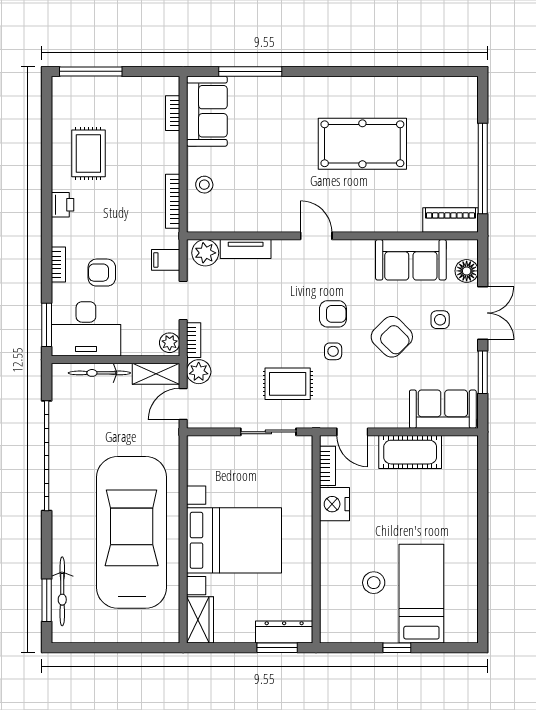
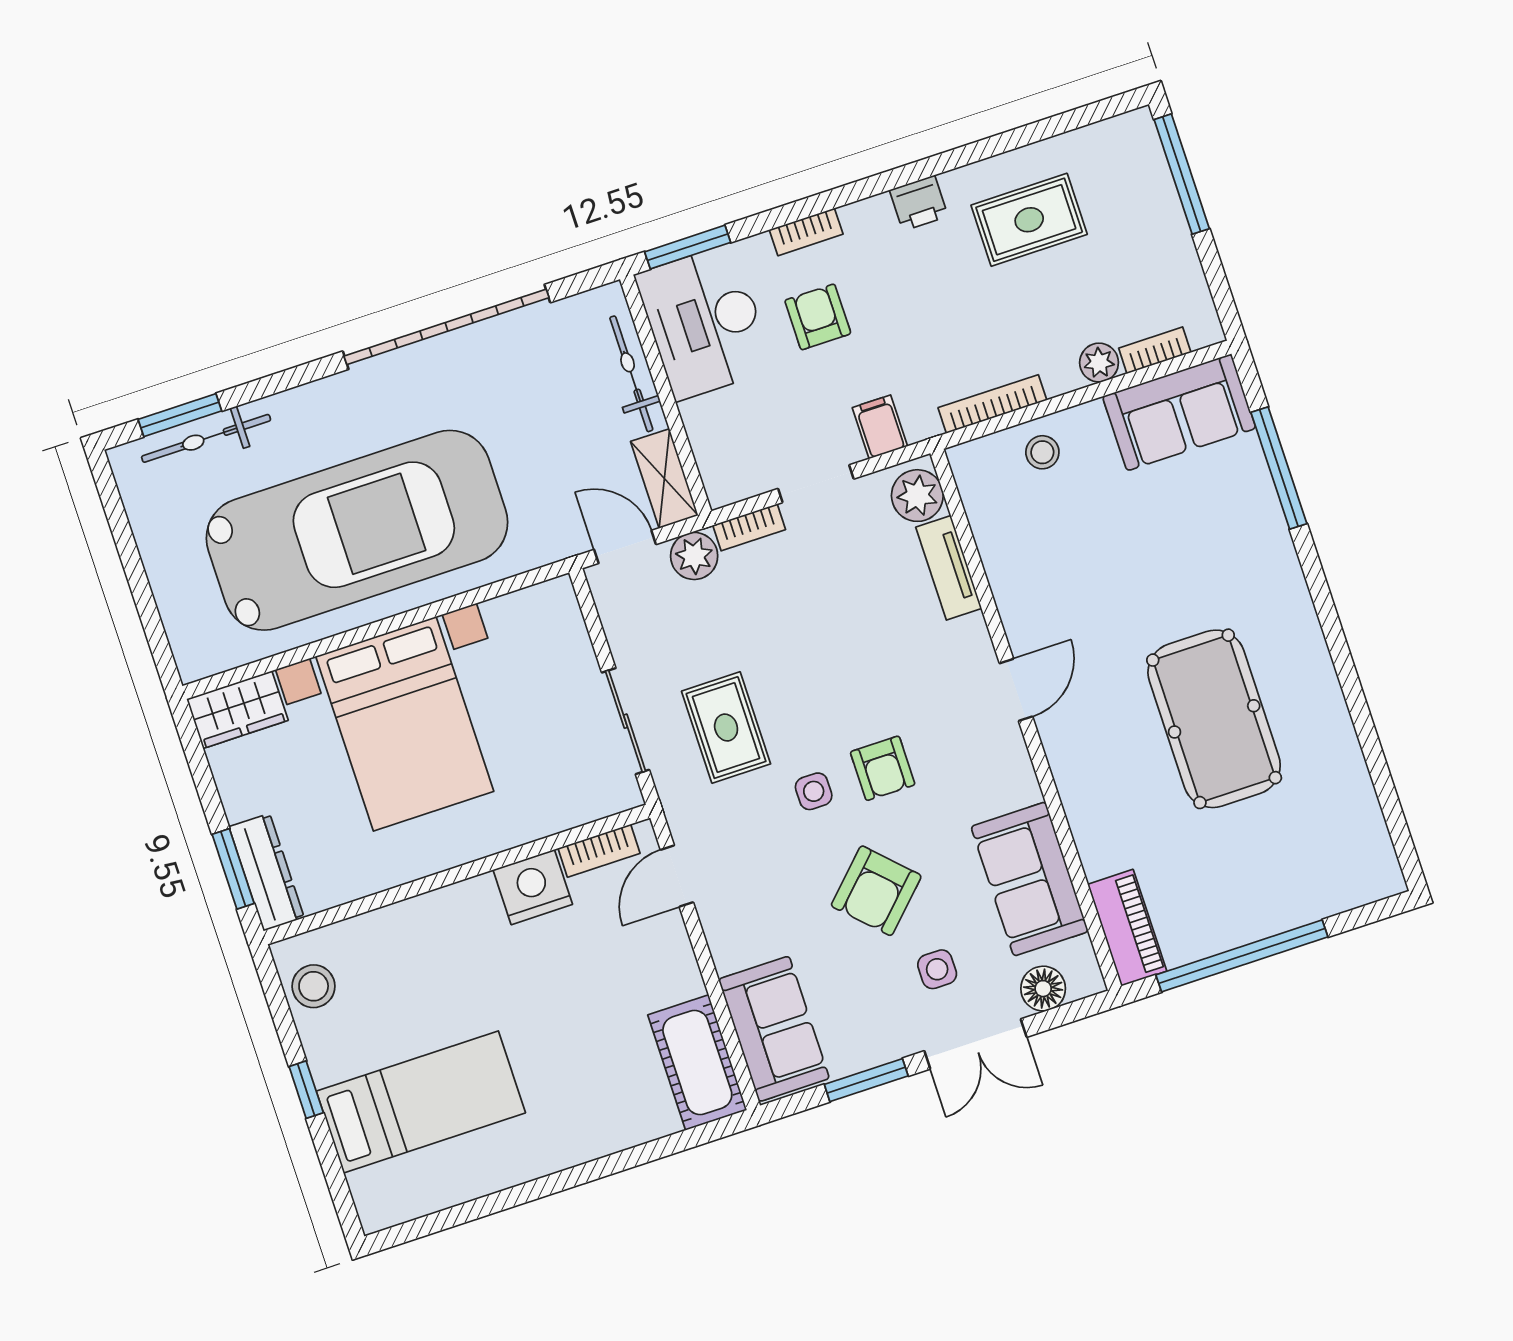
plant: (170, 343) -> (1099, 363), moved
cot: (410, 452) -> (697, 1062), moved
stool: (374, 583) -> (314, 986), moved

